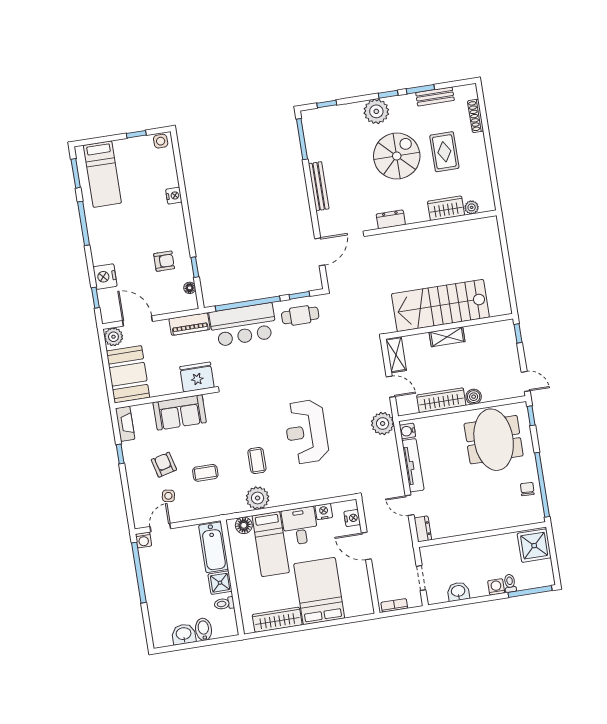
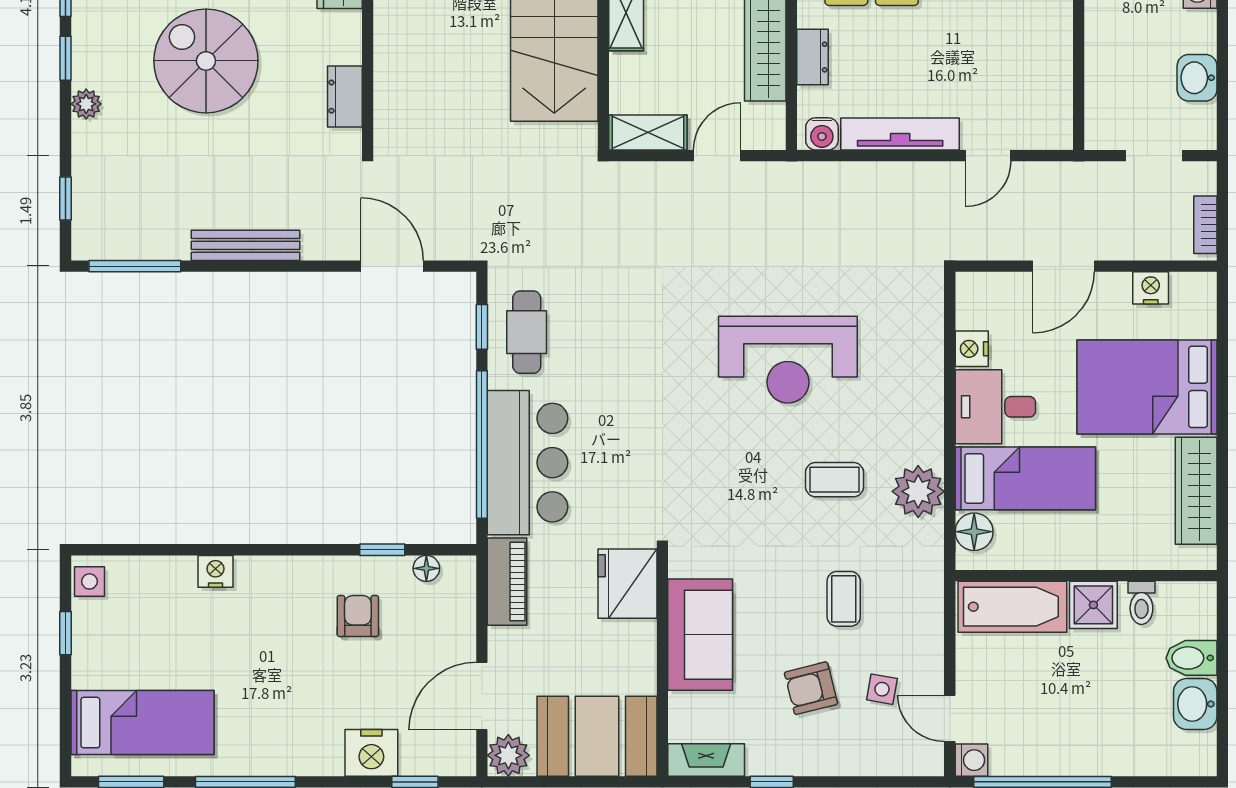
plant: (376, 111) -> (86, 104), width x0.53, depth x0.53
plant: (383, 424) -> (796, 187), removed
nightstand: (352, 518) -> (1151, 288), moved
dresser: (423, 529) -> (812, 57), moved, turned 90

